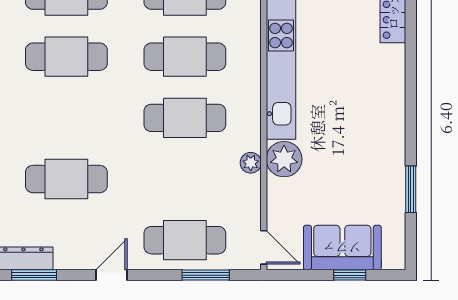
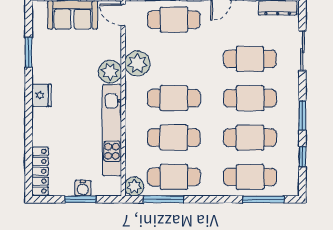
cafe table: (66, 118) -> (250, 98), added
fridge: (391, 122) -> (42, 95), added
plant: (251, 163) -> (137, 63), width x1.87, depth x1.87

